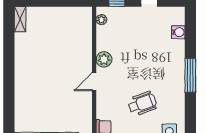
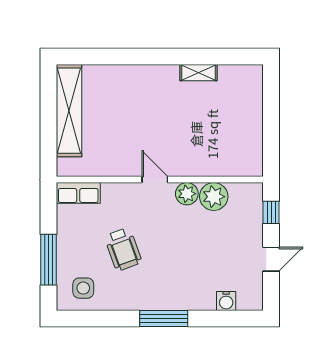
shelving: (20, 19) -> (199, 73), moved
plant: (101, 20) -> (214, 197), moved, width x1.88, depth x1.88

